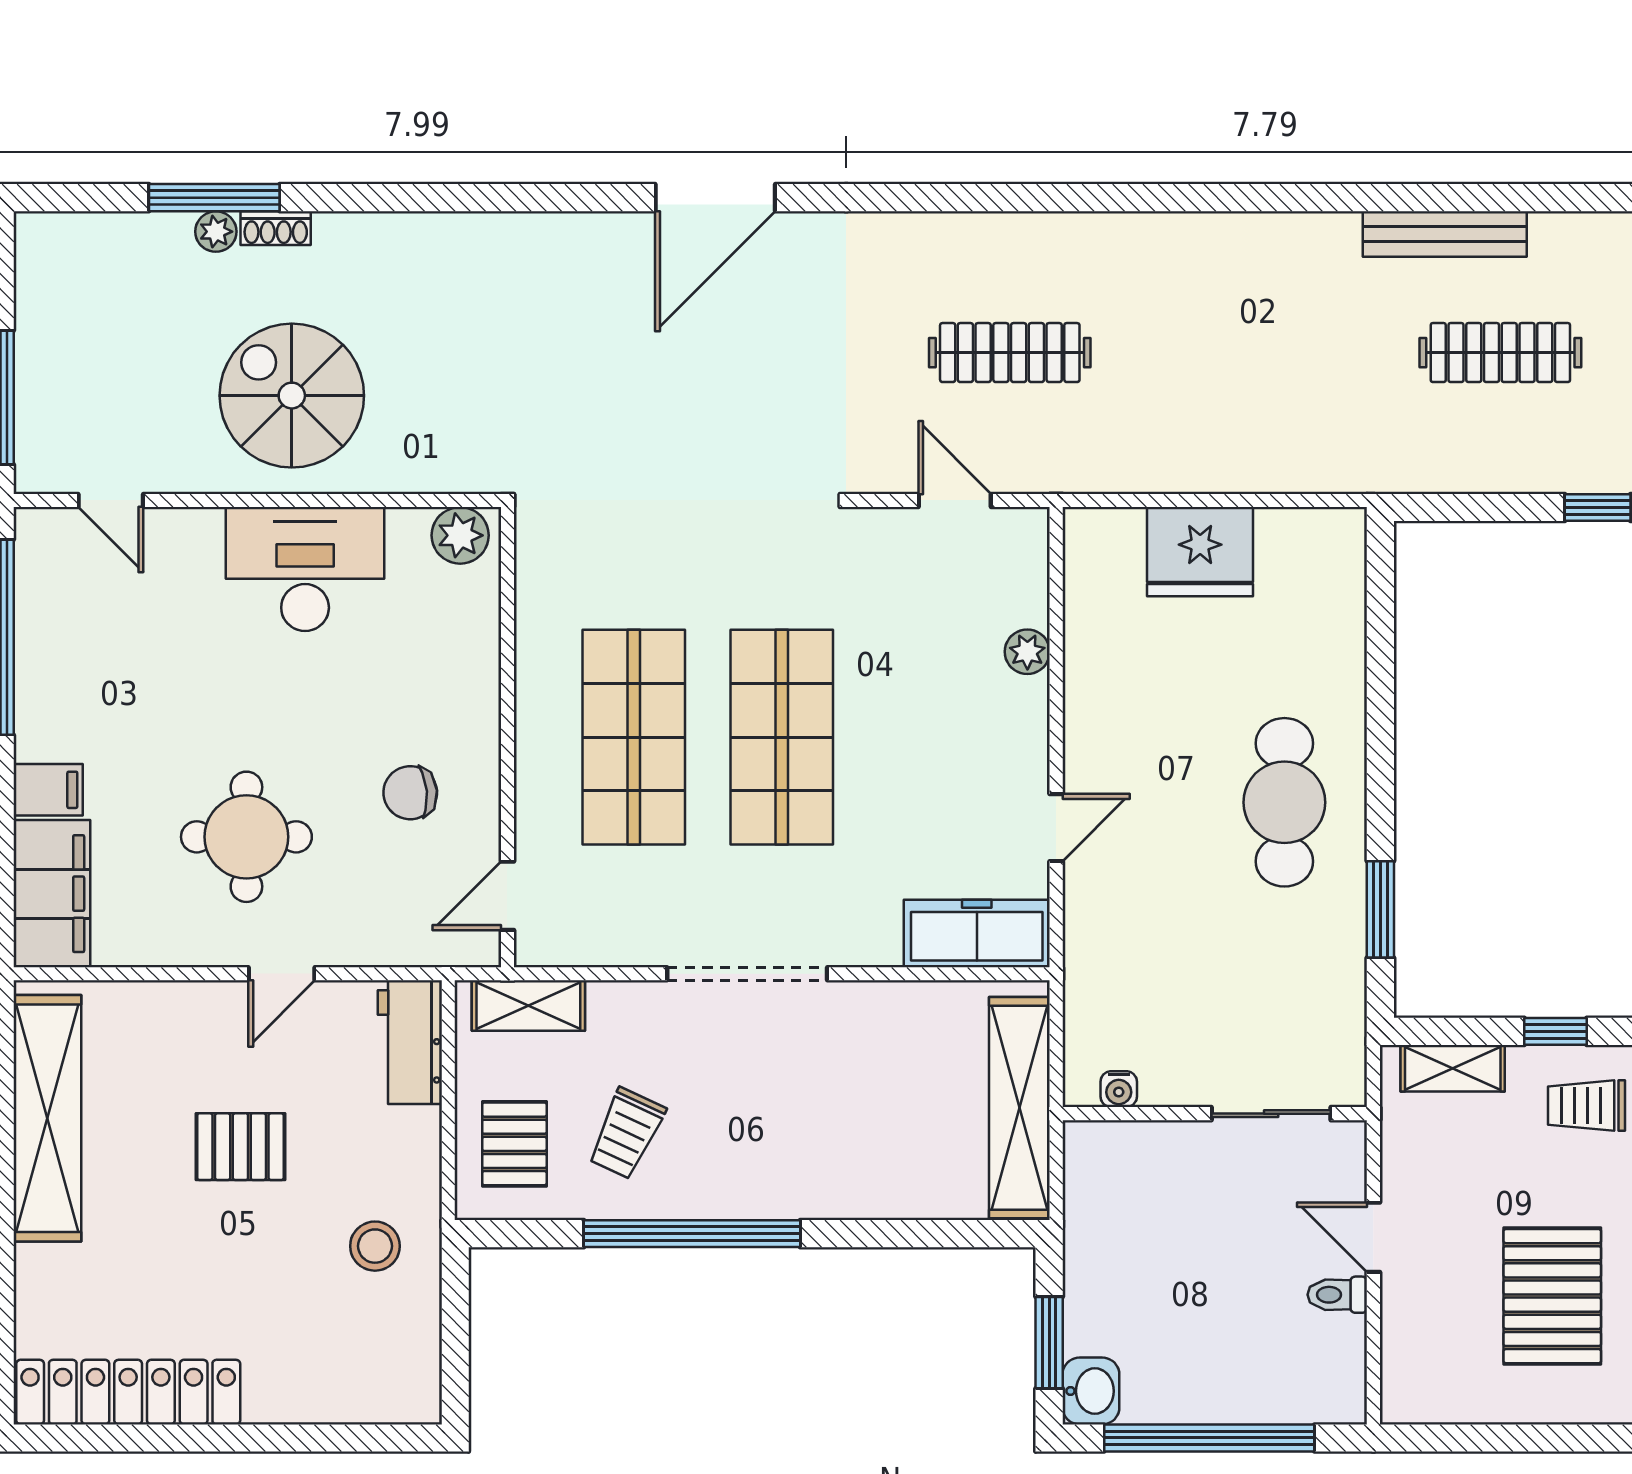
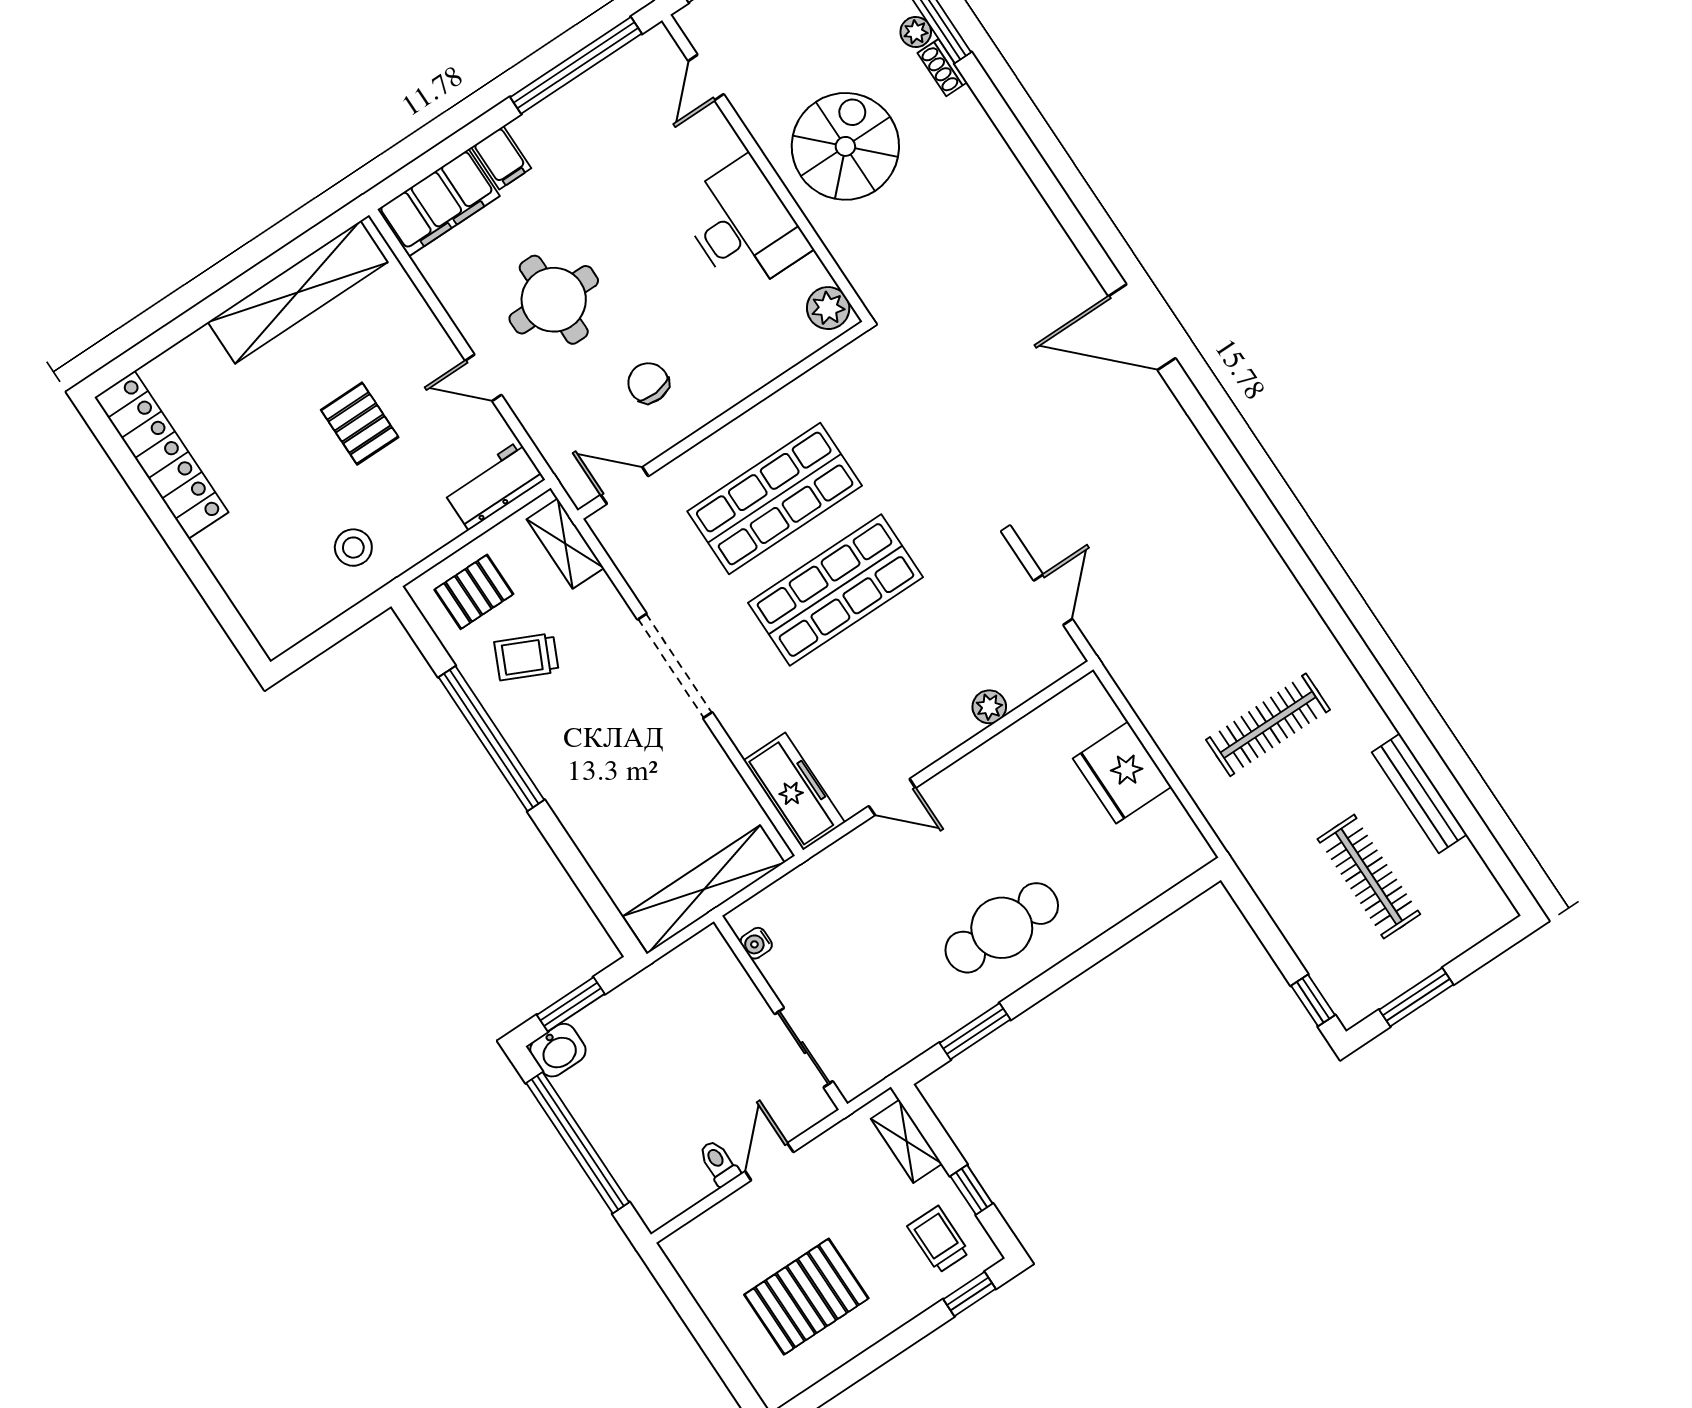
clothes rail: (1010, 353) -> (1268, 725), moved, turned 90

